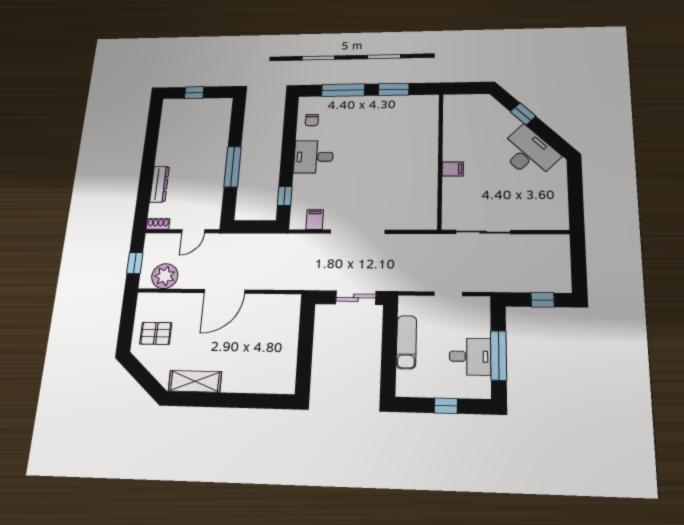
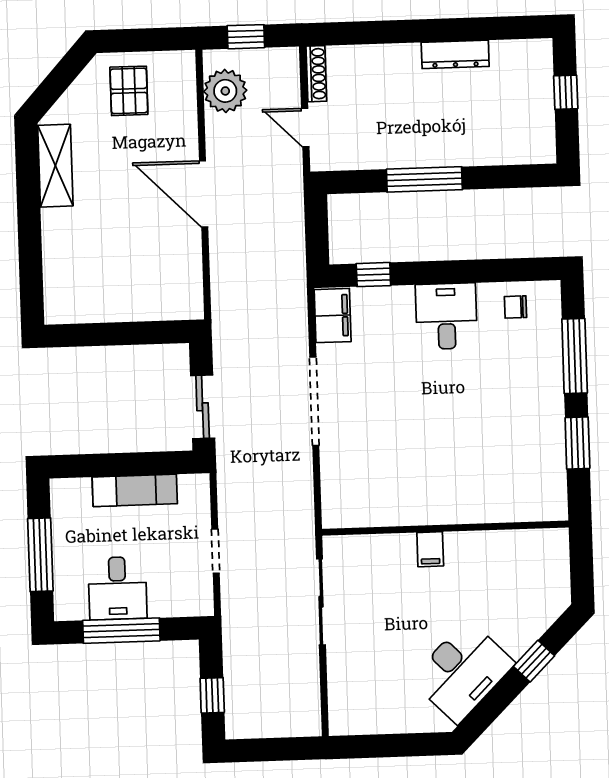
dresser: (159, 184) -> (455, 54), moved
filing cabinet: (315, 220) -> (333, 316), width x2.00
shoe rack: (158, 224) -> (316, 74), width x1.43
window: (446, 406) -> (40, 555), width x2.17

